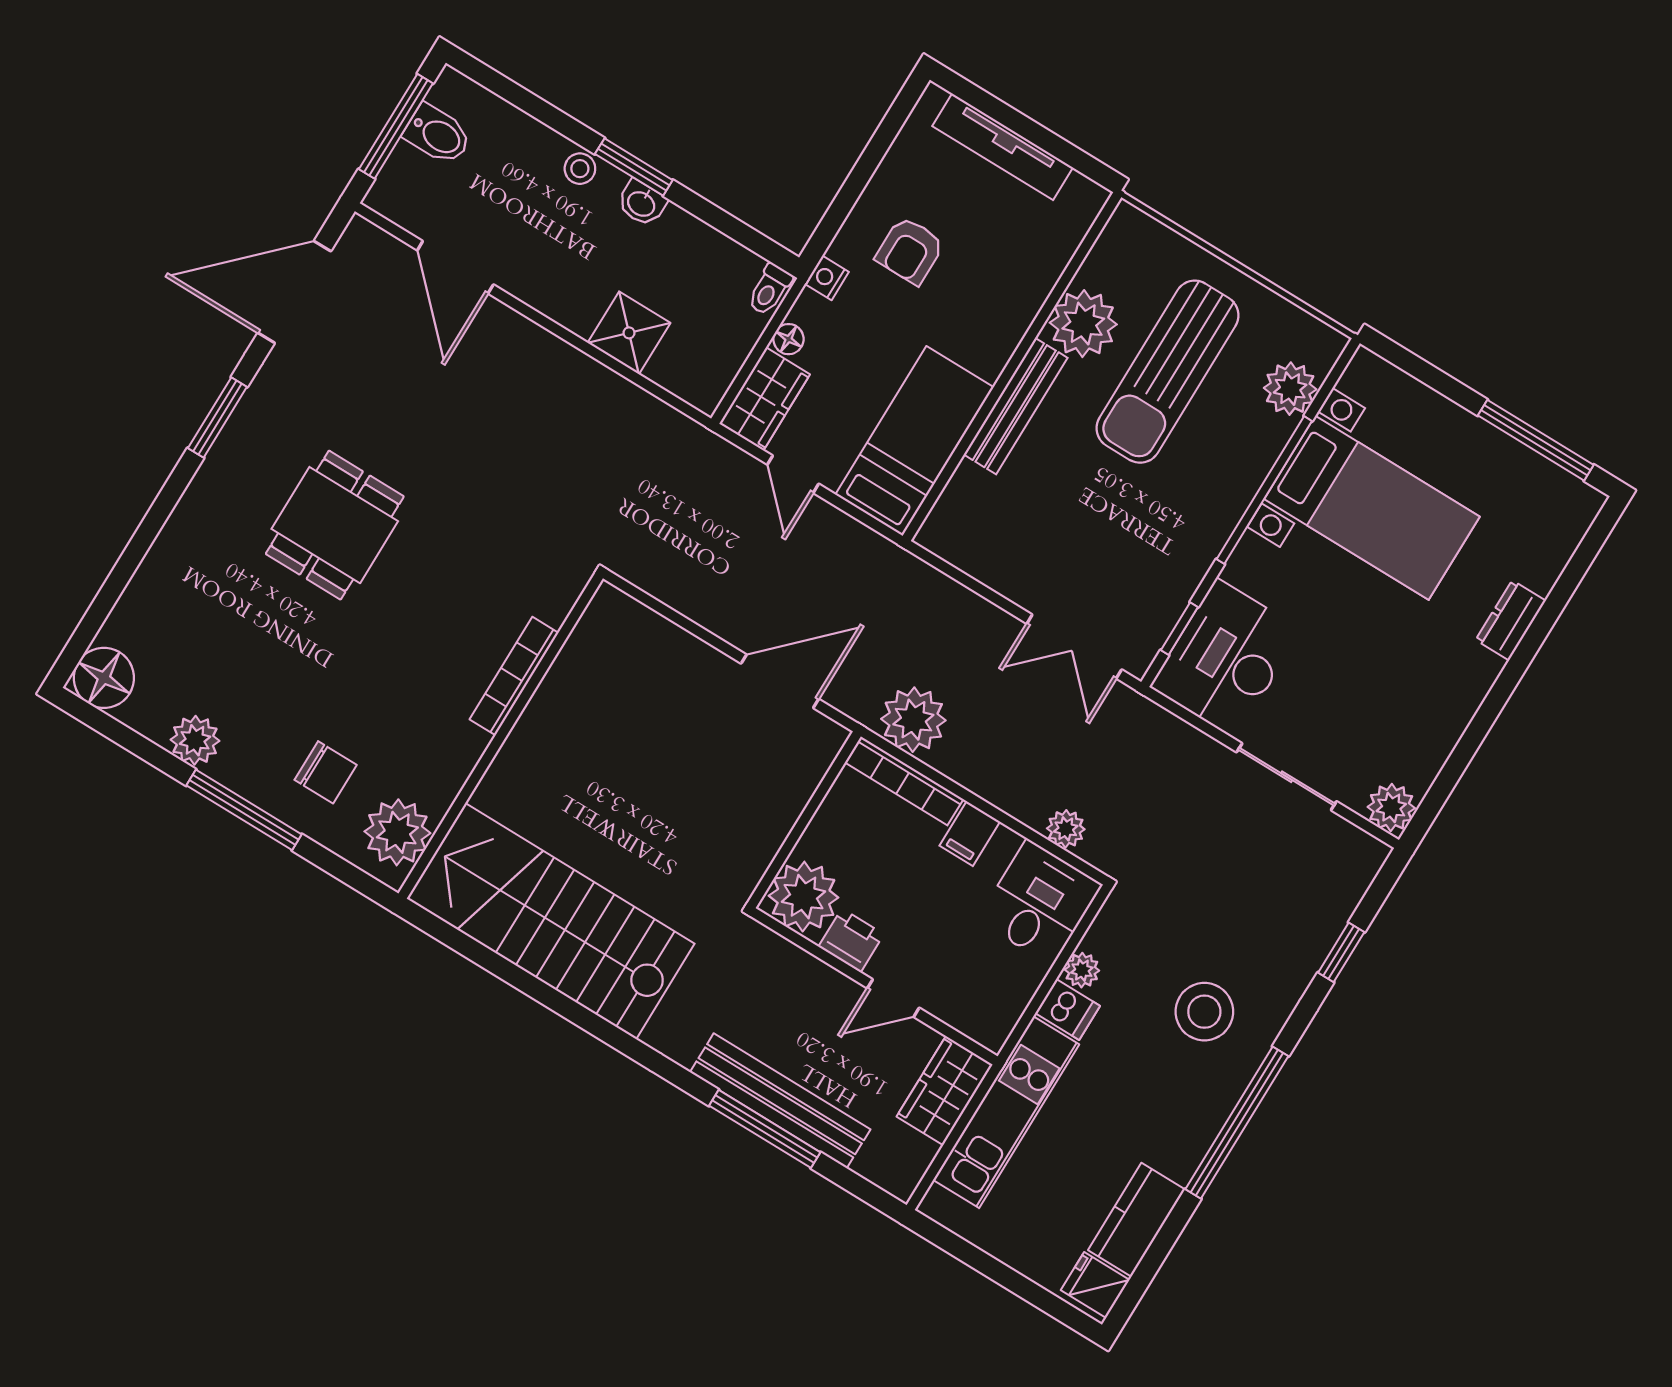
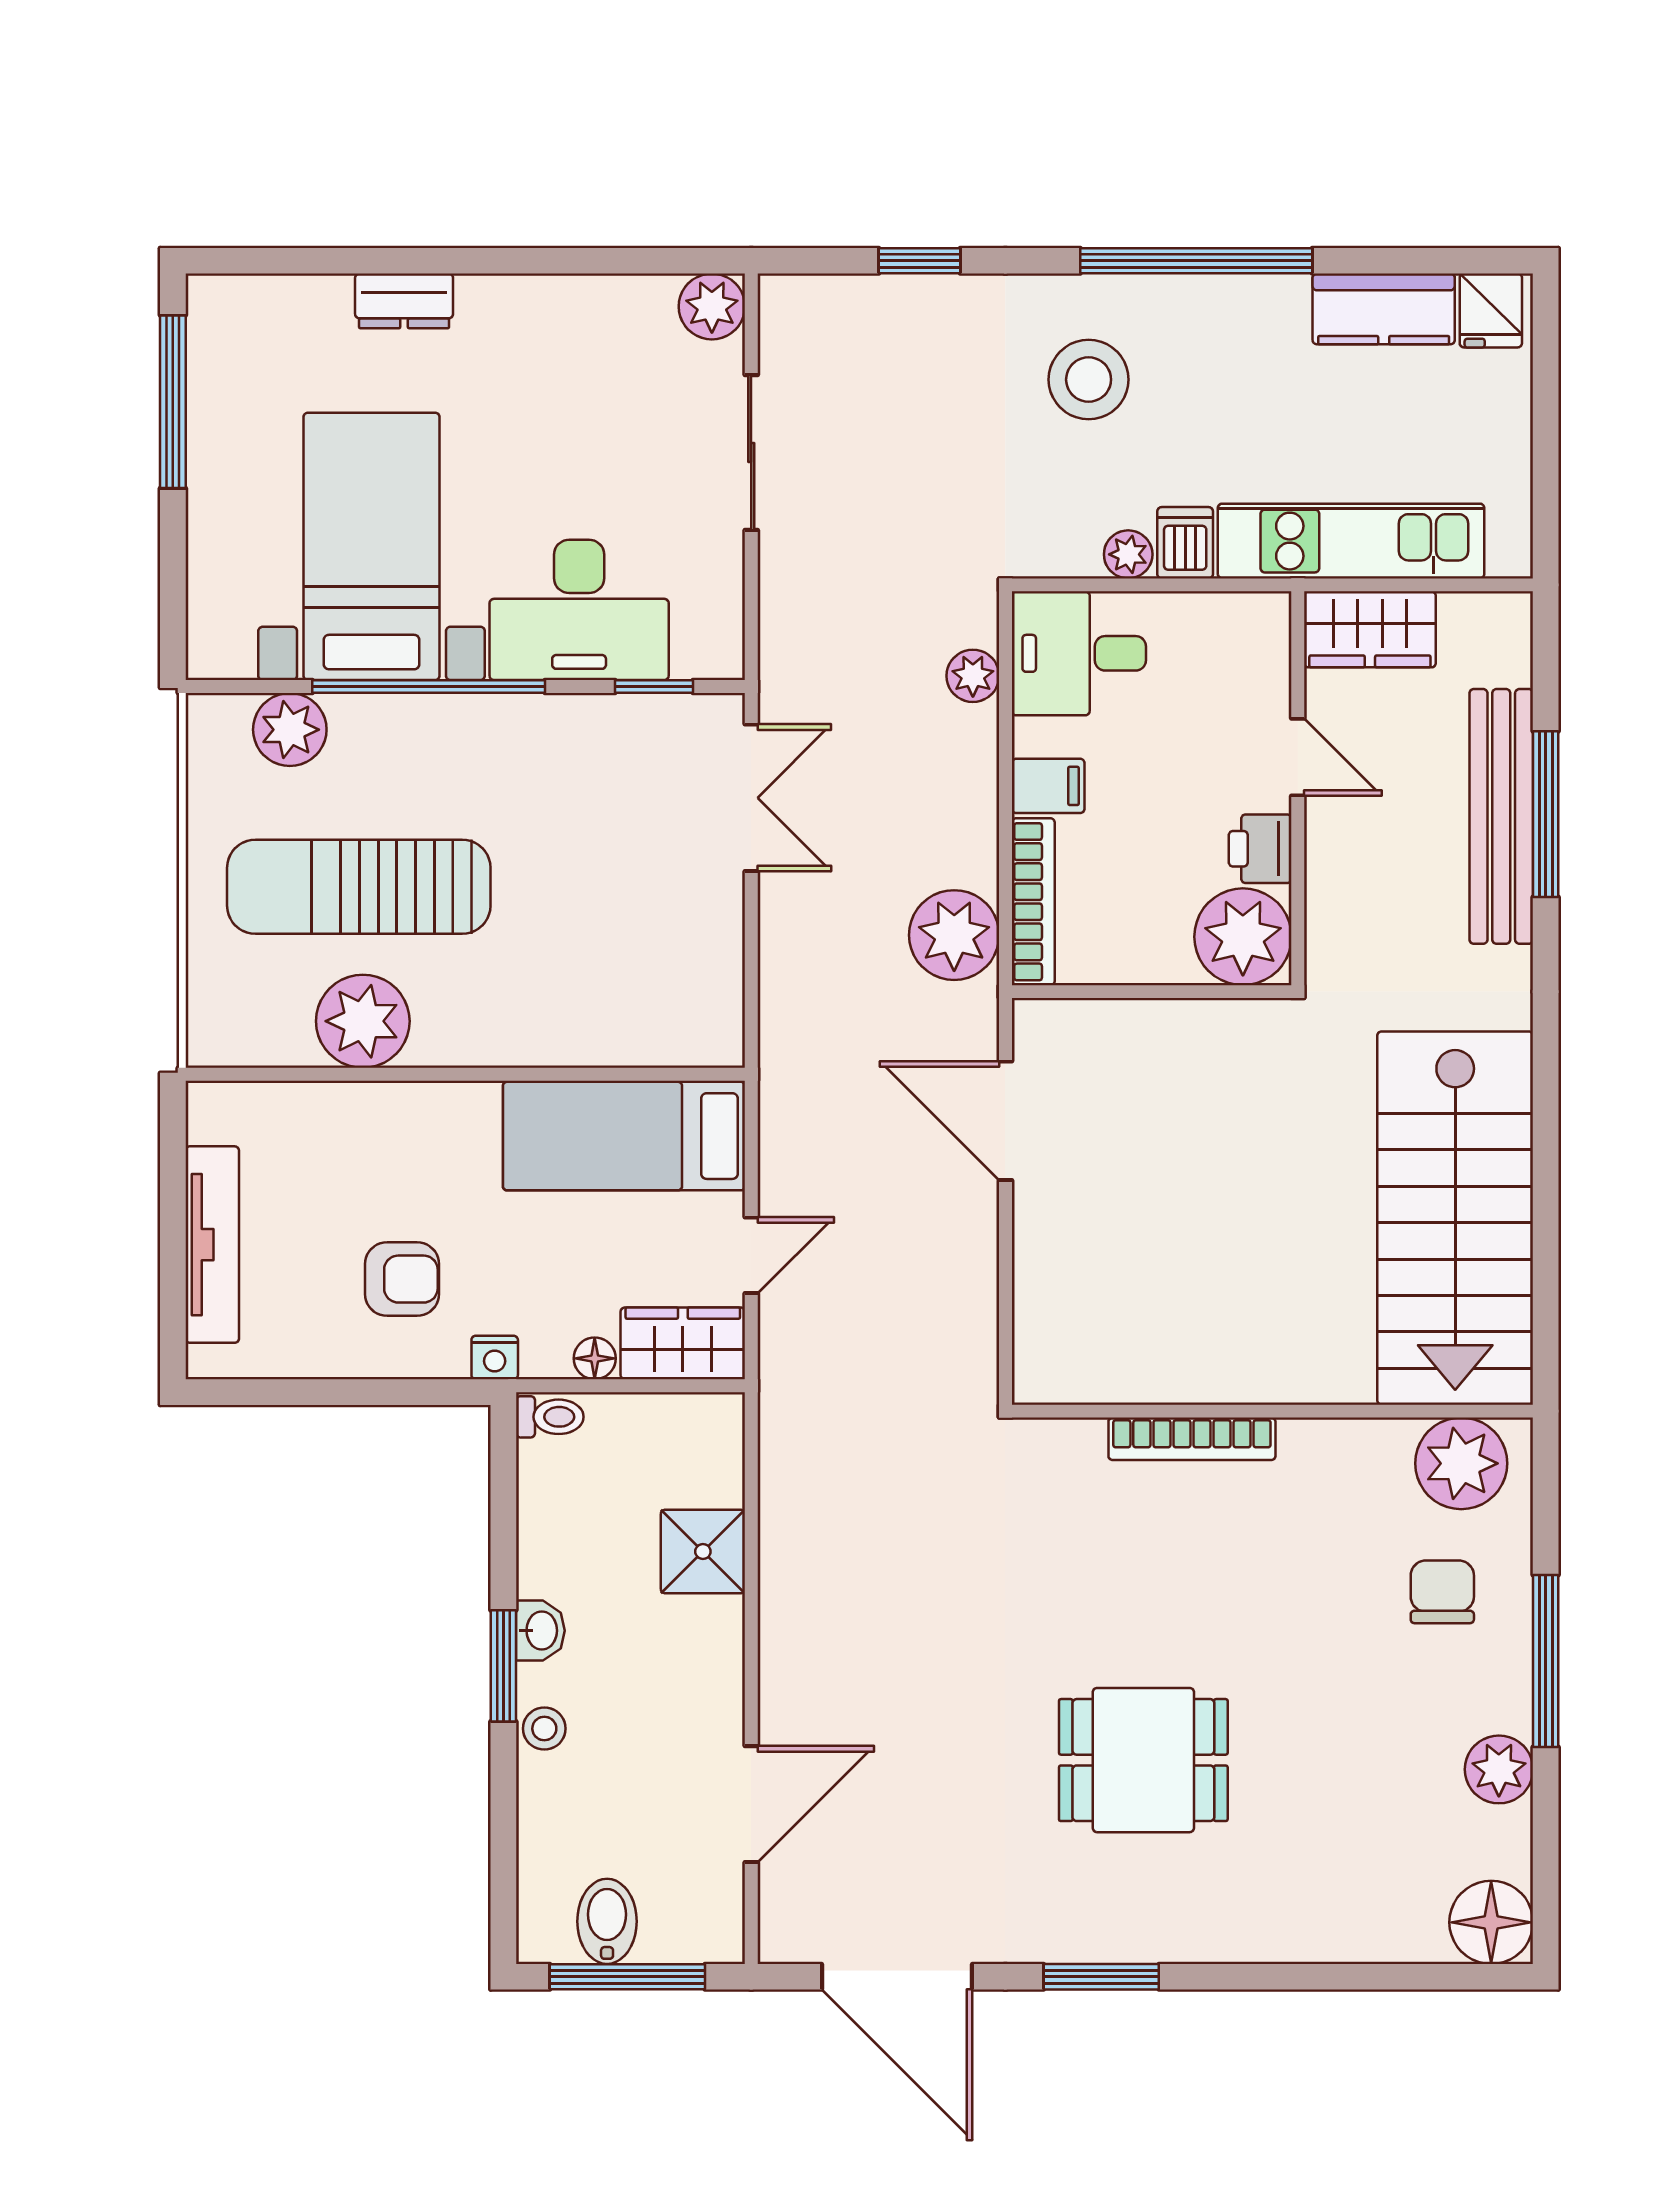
sun lounger: (1167, 372) -> (359, 887), turned 180
bench: (1016, 406) -> (509, 1041), removed
desk: (1226, 658) -> (579, 610), moved

